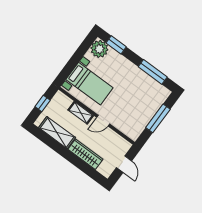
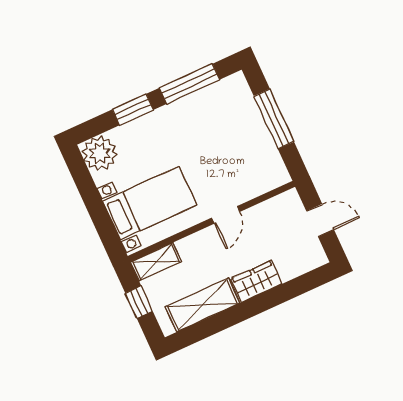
window: (116, 45) -> (133, 110), moved
shelving: (81, 113) -> (156, 262), moved
wardrobe: (85, 154) -> (256, 282), width x0.67

